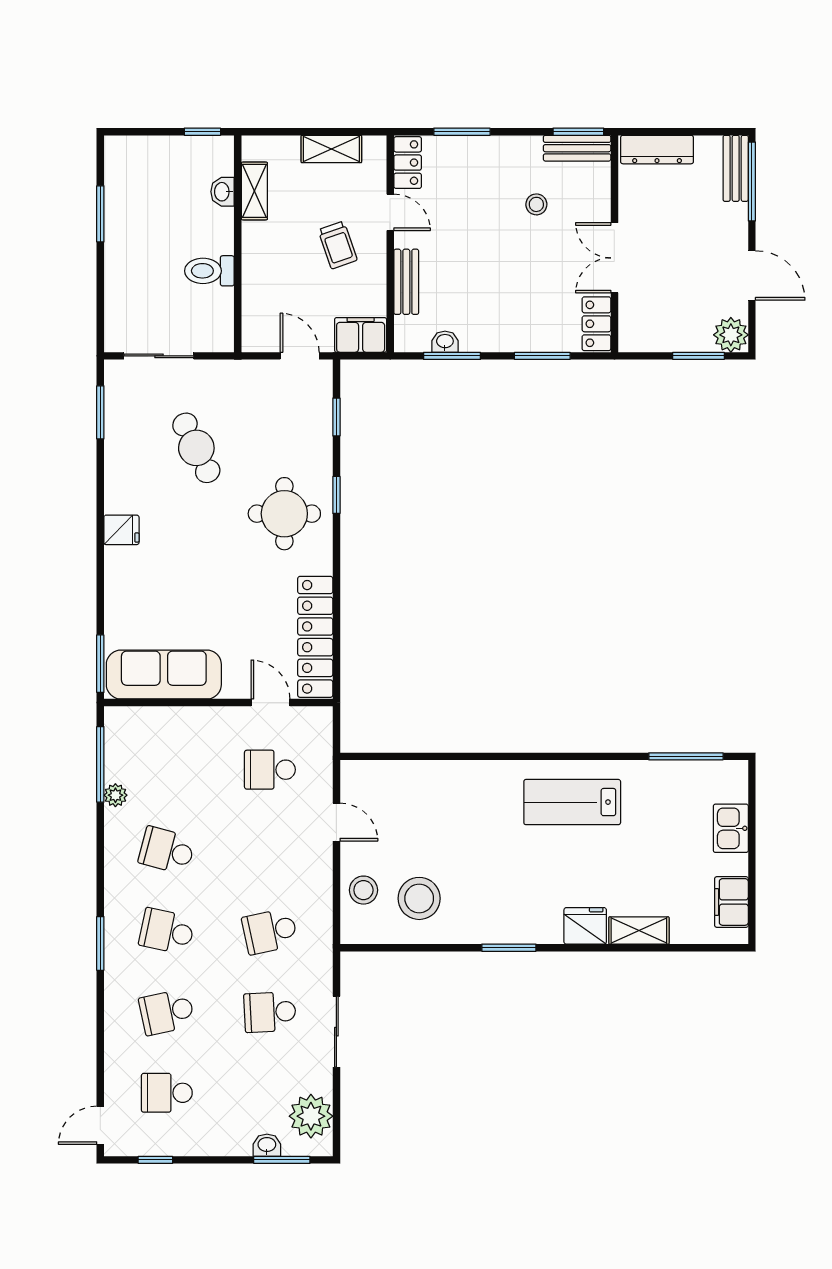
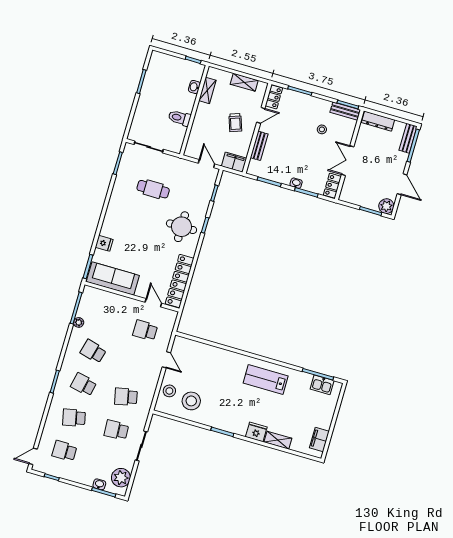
door: (390, 212) -> (261, 115), hinge flipped
washbasin: (445, 342) -> (296, 183), moved
cafe table: (196, 448) -> (153, 189), turned -64
fridge: (121, 530) -> (104, 243), moved
kitchen sink: (731, 828) -> (322, 385), moved, turned -90

